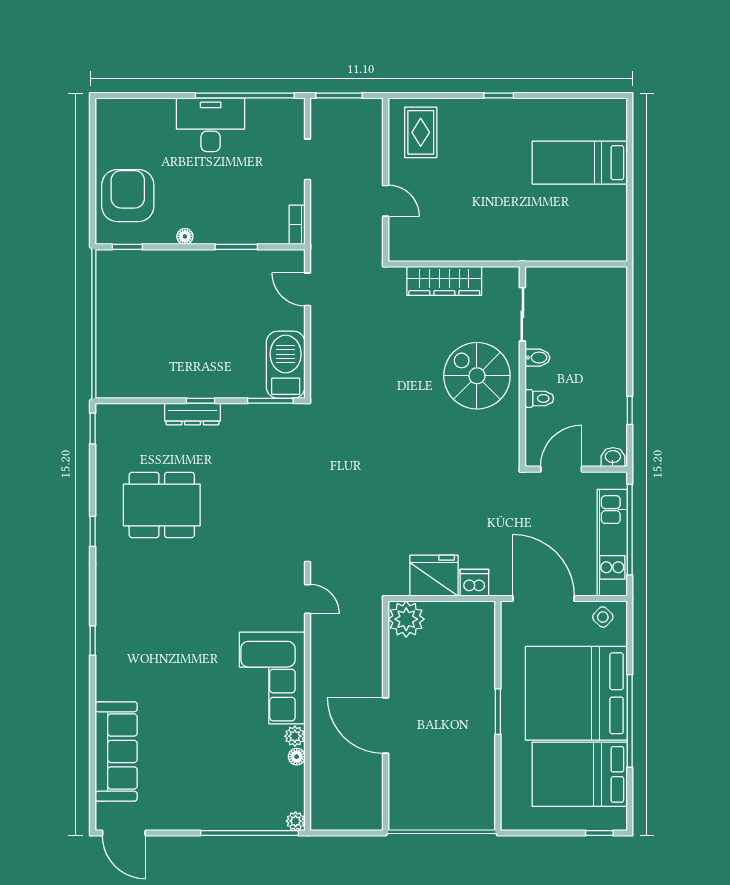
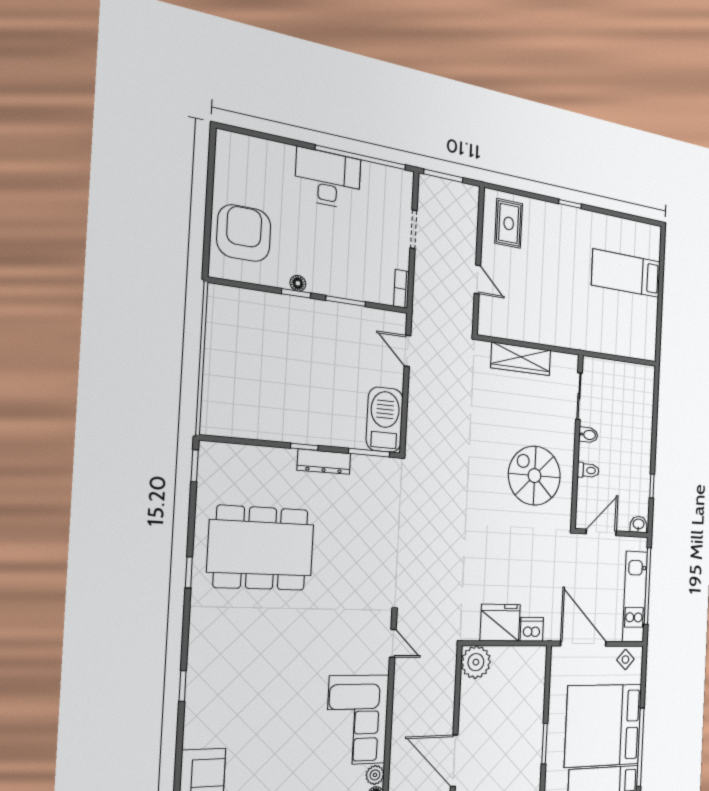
window: (127, 247) -> (296, 293), moved
spiral stairs: (477, 376) -> (534, 476), moved
dresser: (193, 414) -> (324, 462), moved
dining table: (162, 505) -> (261, 548), width x1.36, depth x1.24

